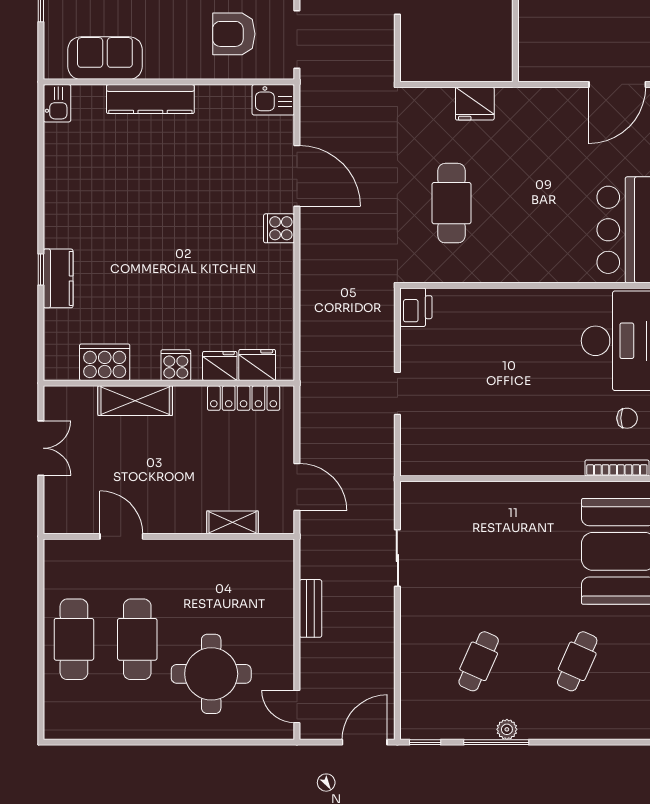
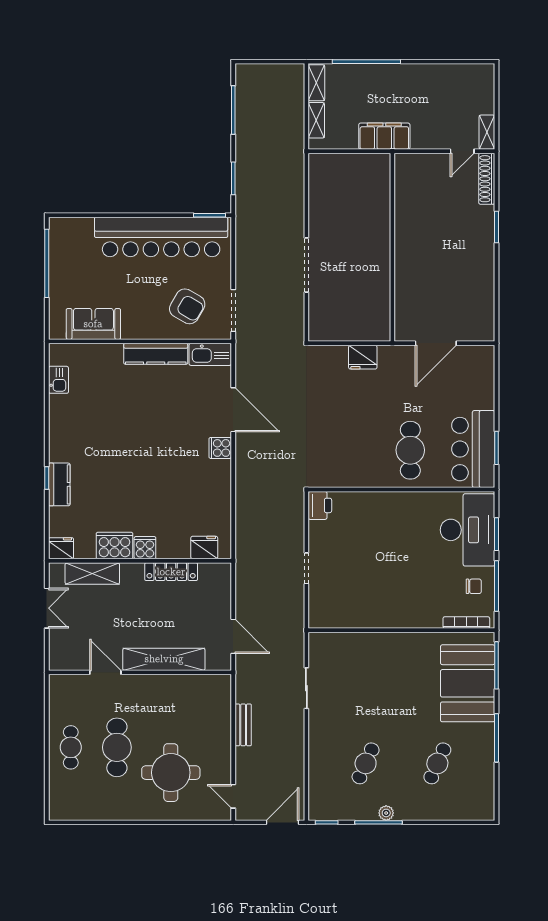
armchair: (234, 34) -> (187, 306), turned -150
door: (617, 84) -> (436, 343), moved
kitchen counter: (150, 99) -> (156, 354), moved
kitchen sink: (273, 100) -> (210, 354), width x1.38
kitchen sink: (57, 103) -> (58, 380), moved
cafe table: (452, 203) -> (410, 450), moved
cooker: (105, 362) -> (115, 546), moved
fridge: (220, 366) -> (61, 548), moved
locker: (244, 398) -> (171, 572), moved
shelving: (135, 401) -> (92, 574), moved
shelving: (232, 522) -> (164, 659), width x2.20, depth x1.33
cafe table: (74, 639) -> (71, 747), width x0.73, depth x0.74

